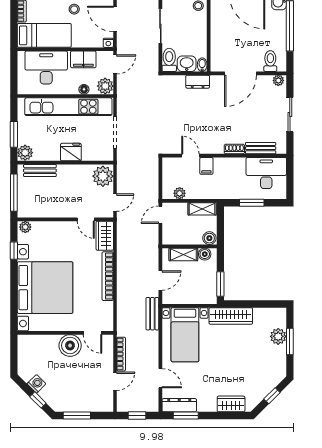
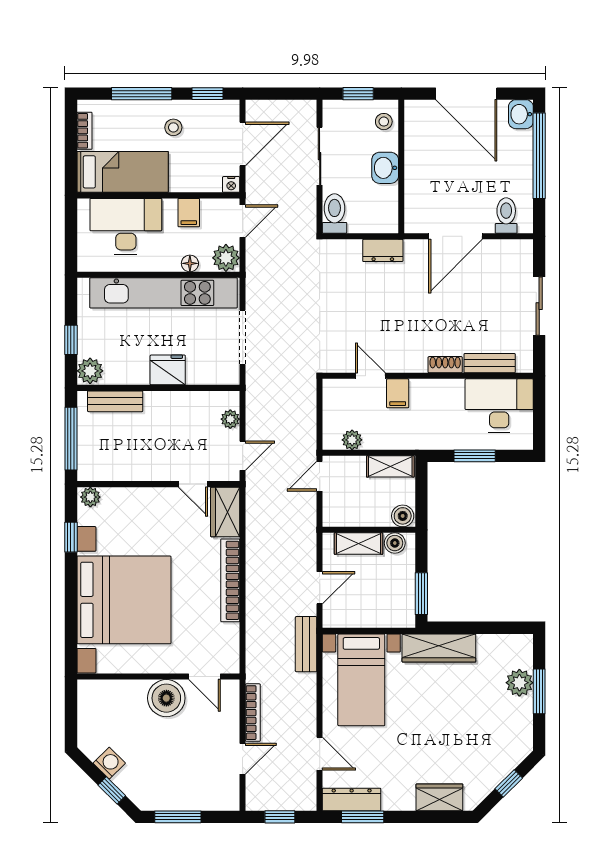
door: (115, 19) -> (243, 144), swing flipped
filing cabinet: (83, 59) -> (189, 213), width x0.50
washbasin: (187, 64) -> (385, 168), moved, turned -90
bidet: (202, 65) -> (390, 222), removed
plant: (278, 80) -> (520, 248), removed
window: (14, 134) -> (71, 340), width x0.67
plant: (103, 176) -> (230, 419), width x0.53, depth x0.53

